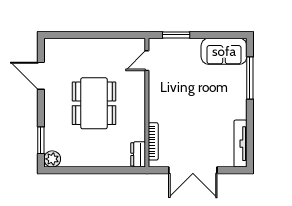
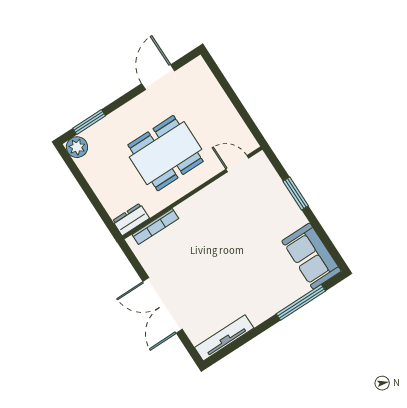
door: (147, 61) -> (237, 164), moved
wall: (147, 103) -> (192, 193), moved
bookcase: (153, 141) -> (155, 227), moved
dresser: (138, 154) -> (131, 219), moved

